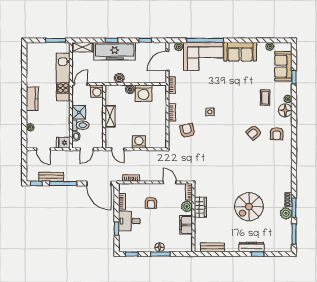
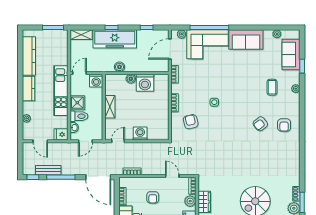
kitchen counter: (32, 68) -> (29, 56), added
kitchen unit: (63, 77) -> (61, 91), moved
floor lamp: (285, 110) -> (293, 101), removed
door: (118, 149) -> (118, 141), swing flipped

